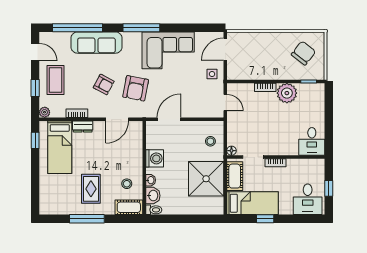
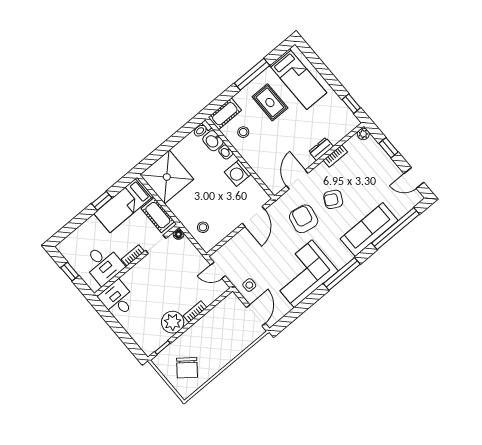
coffee table: (56, 80) -> (377, 169), removed
bed: (60, 147) -> (298, 79), moved, turned 180
shower: (206, 179) -> (167, 177), moved
desk: (308, 199) -> (103, 264), moved, turned 180

